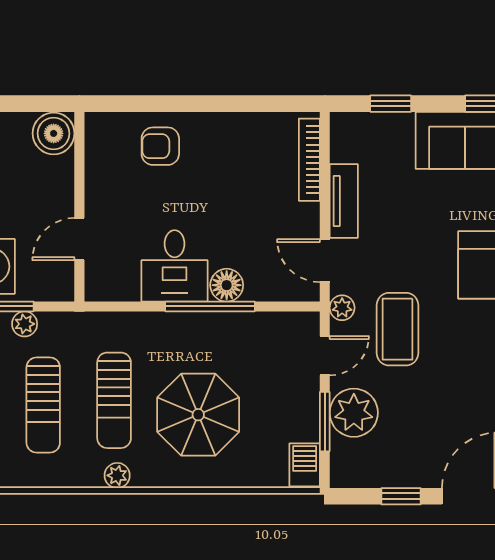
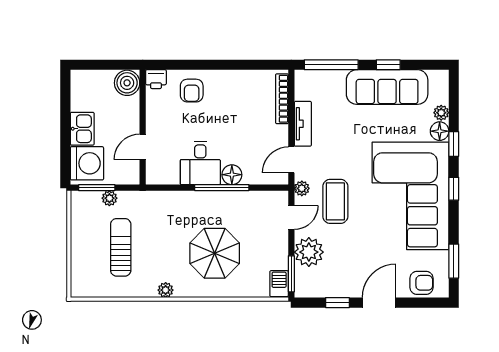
window: (391, 104) -> (331, 65), width x2.17
printer: (101, 127) -> (156, 79), added
armchair: (160, 146) -> (192, 91), turned -90
door: (325, 261) -> (291, 160), hinge flipped
sun lounger: (114, 400) -> (164, 244), removed
sun lounger: (43, 405) -> (121, 247), turned 180
window: (325, 422) -> (291, 274), moved

